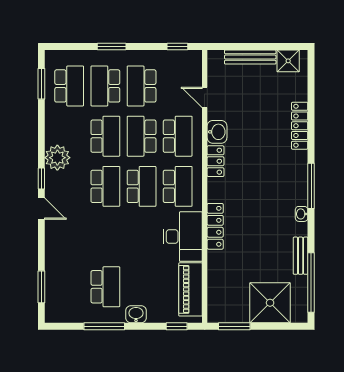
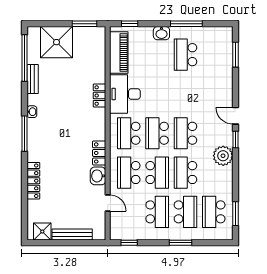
locker: (215, 226) -> (99, 96), width x0.66

